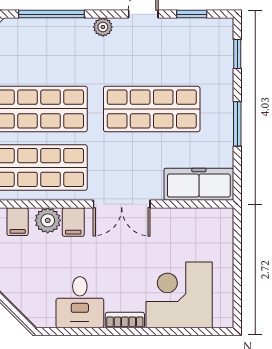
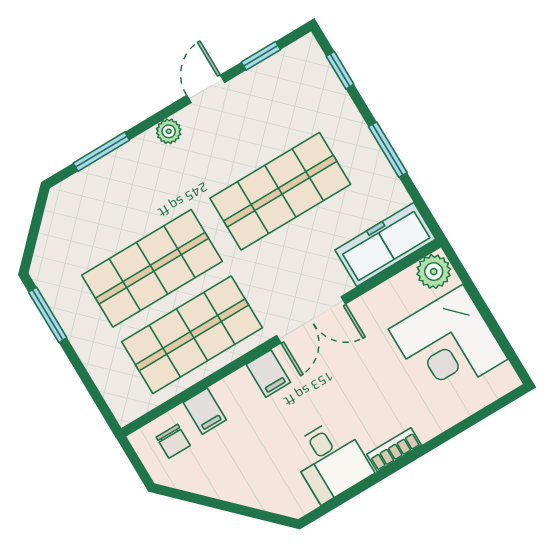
window: (52, 14) -> (101, 152), width x0.69
plant: (48, 220) -> (434, 272), moved
corner desk: (179, 295) -> (448, 344), moved, turned -90

